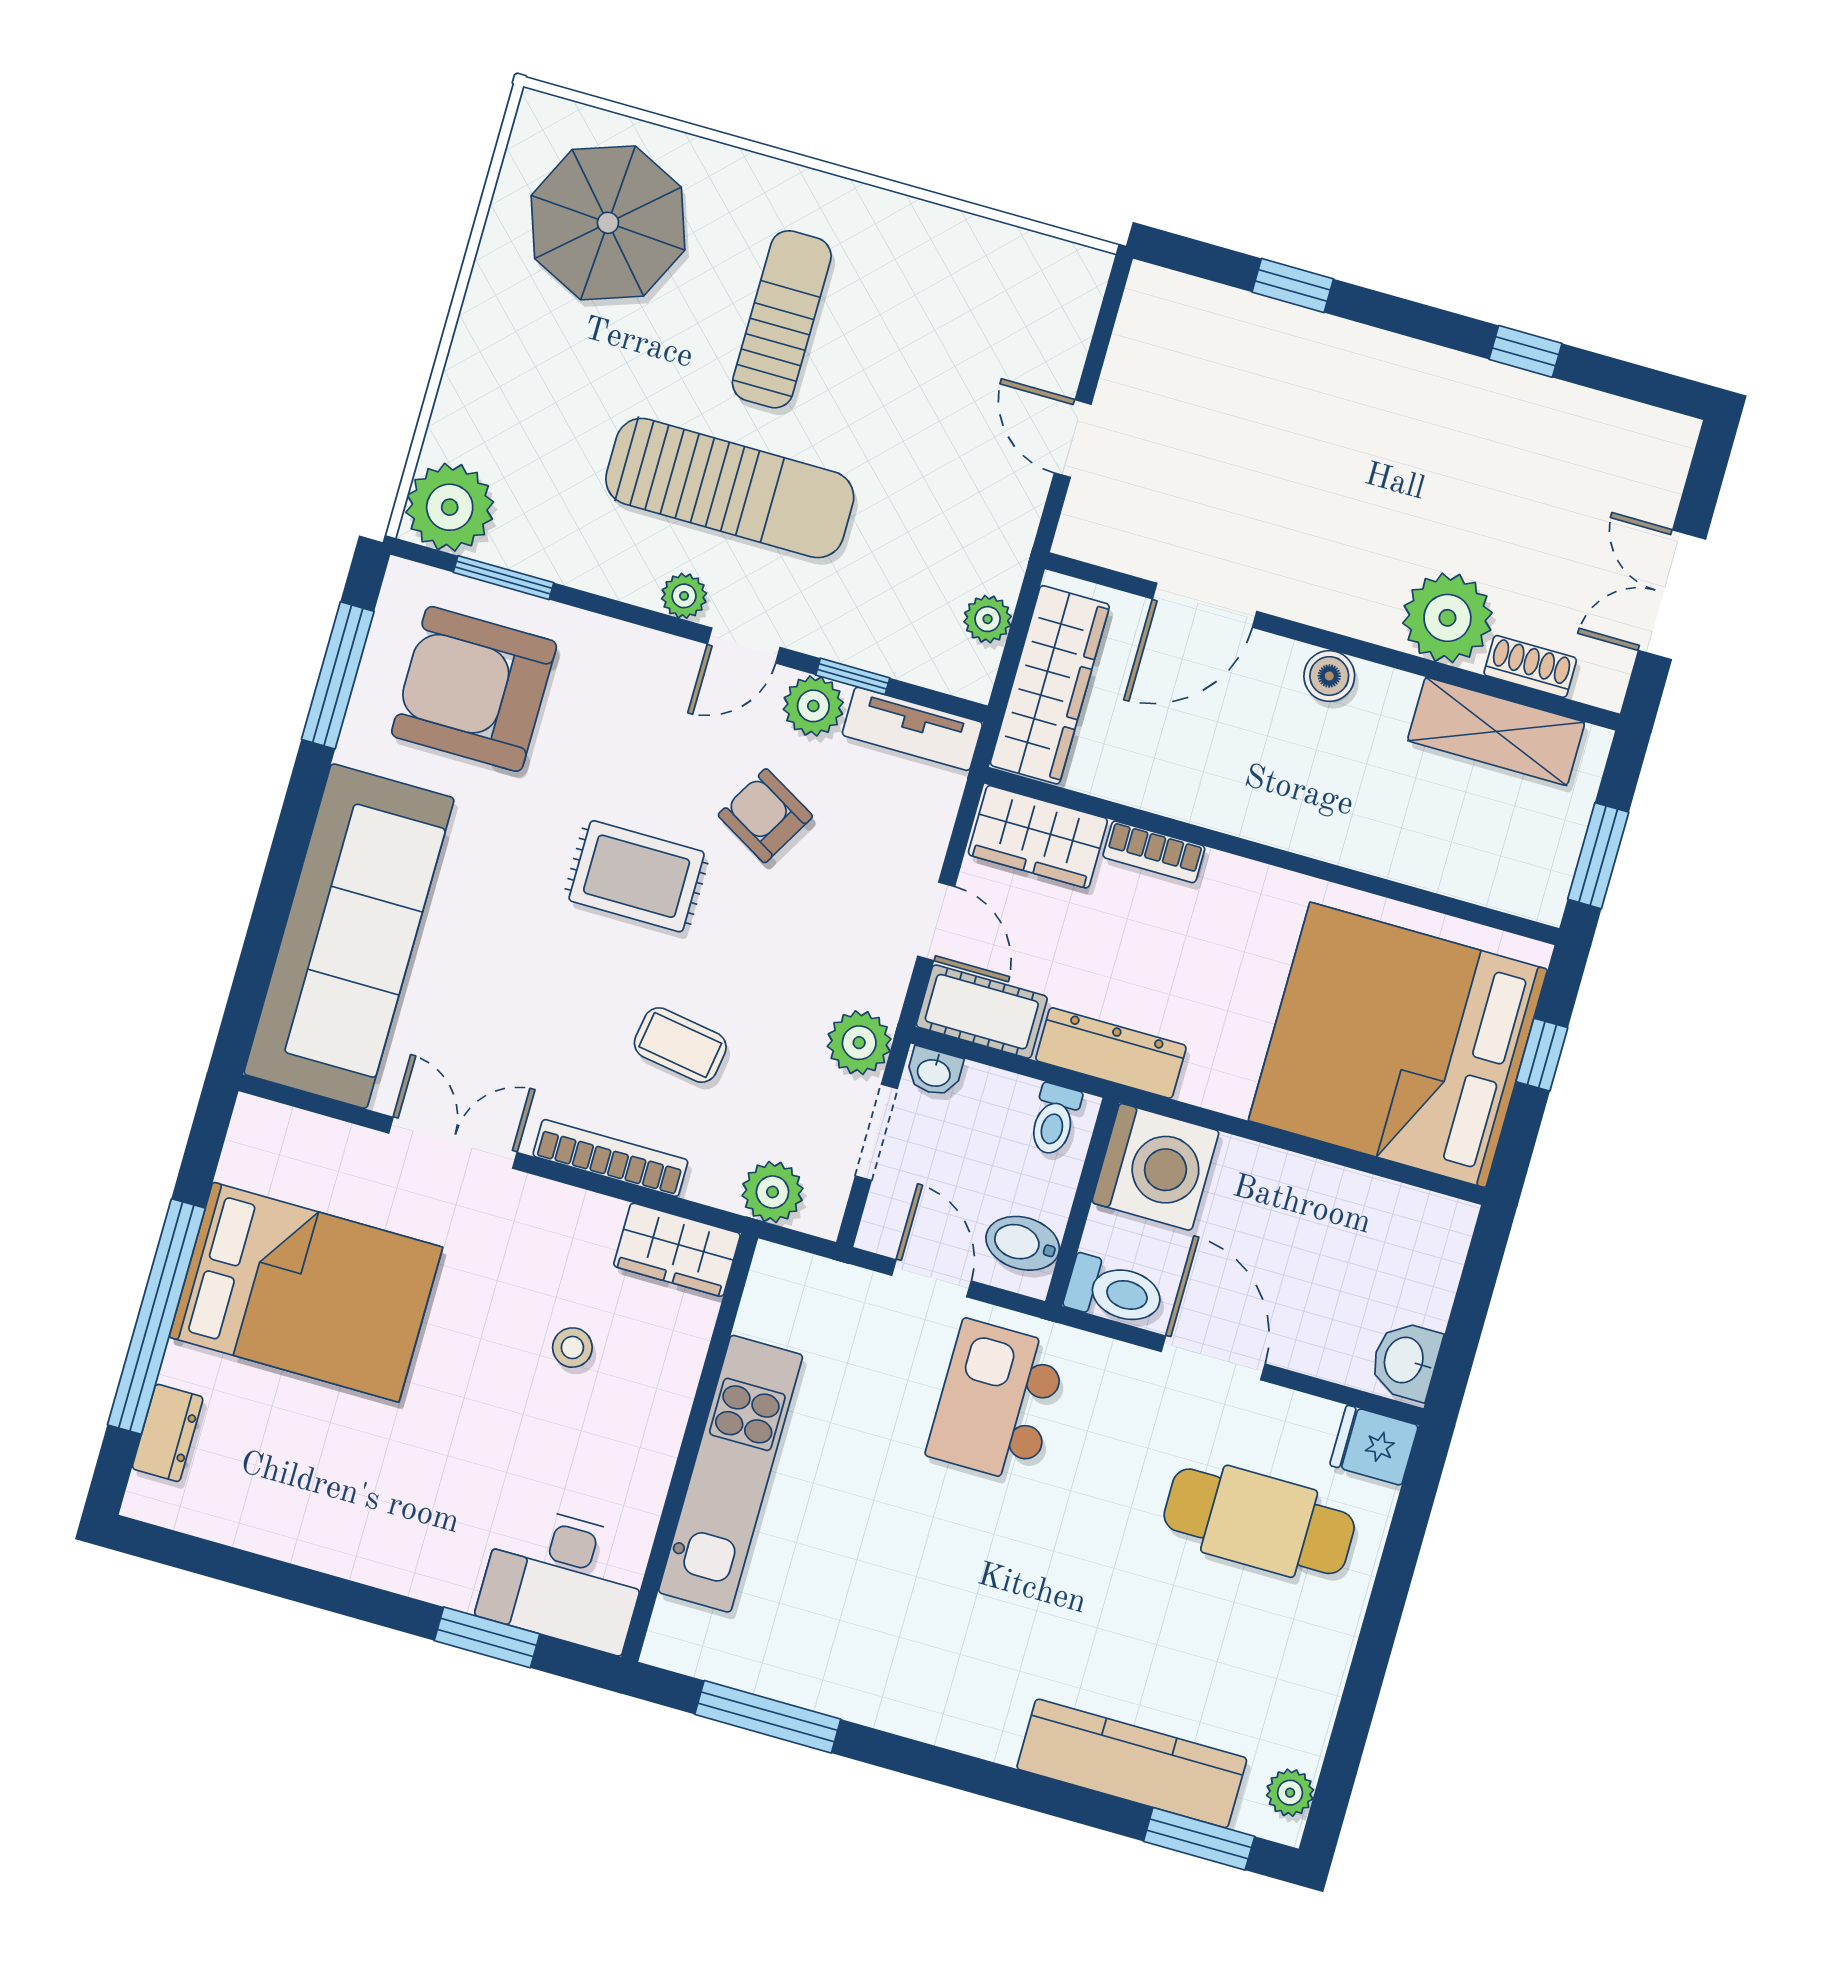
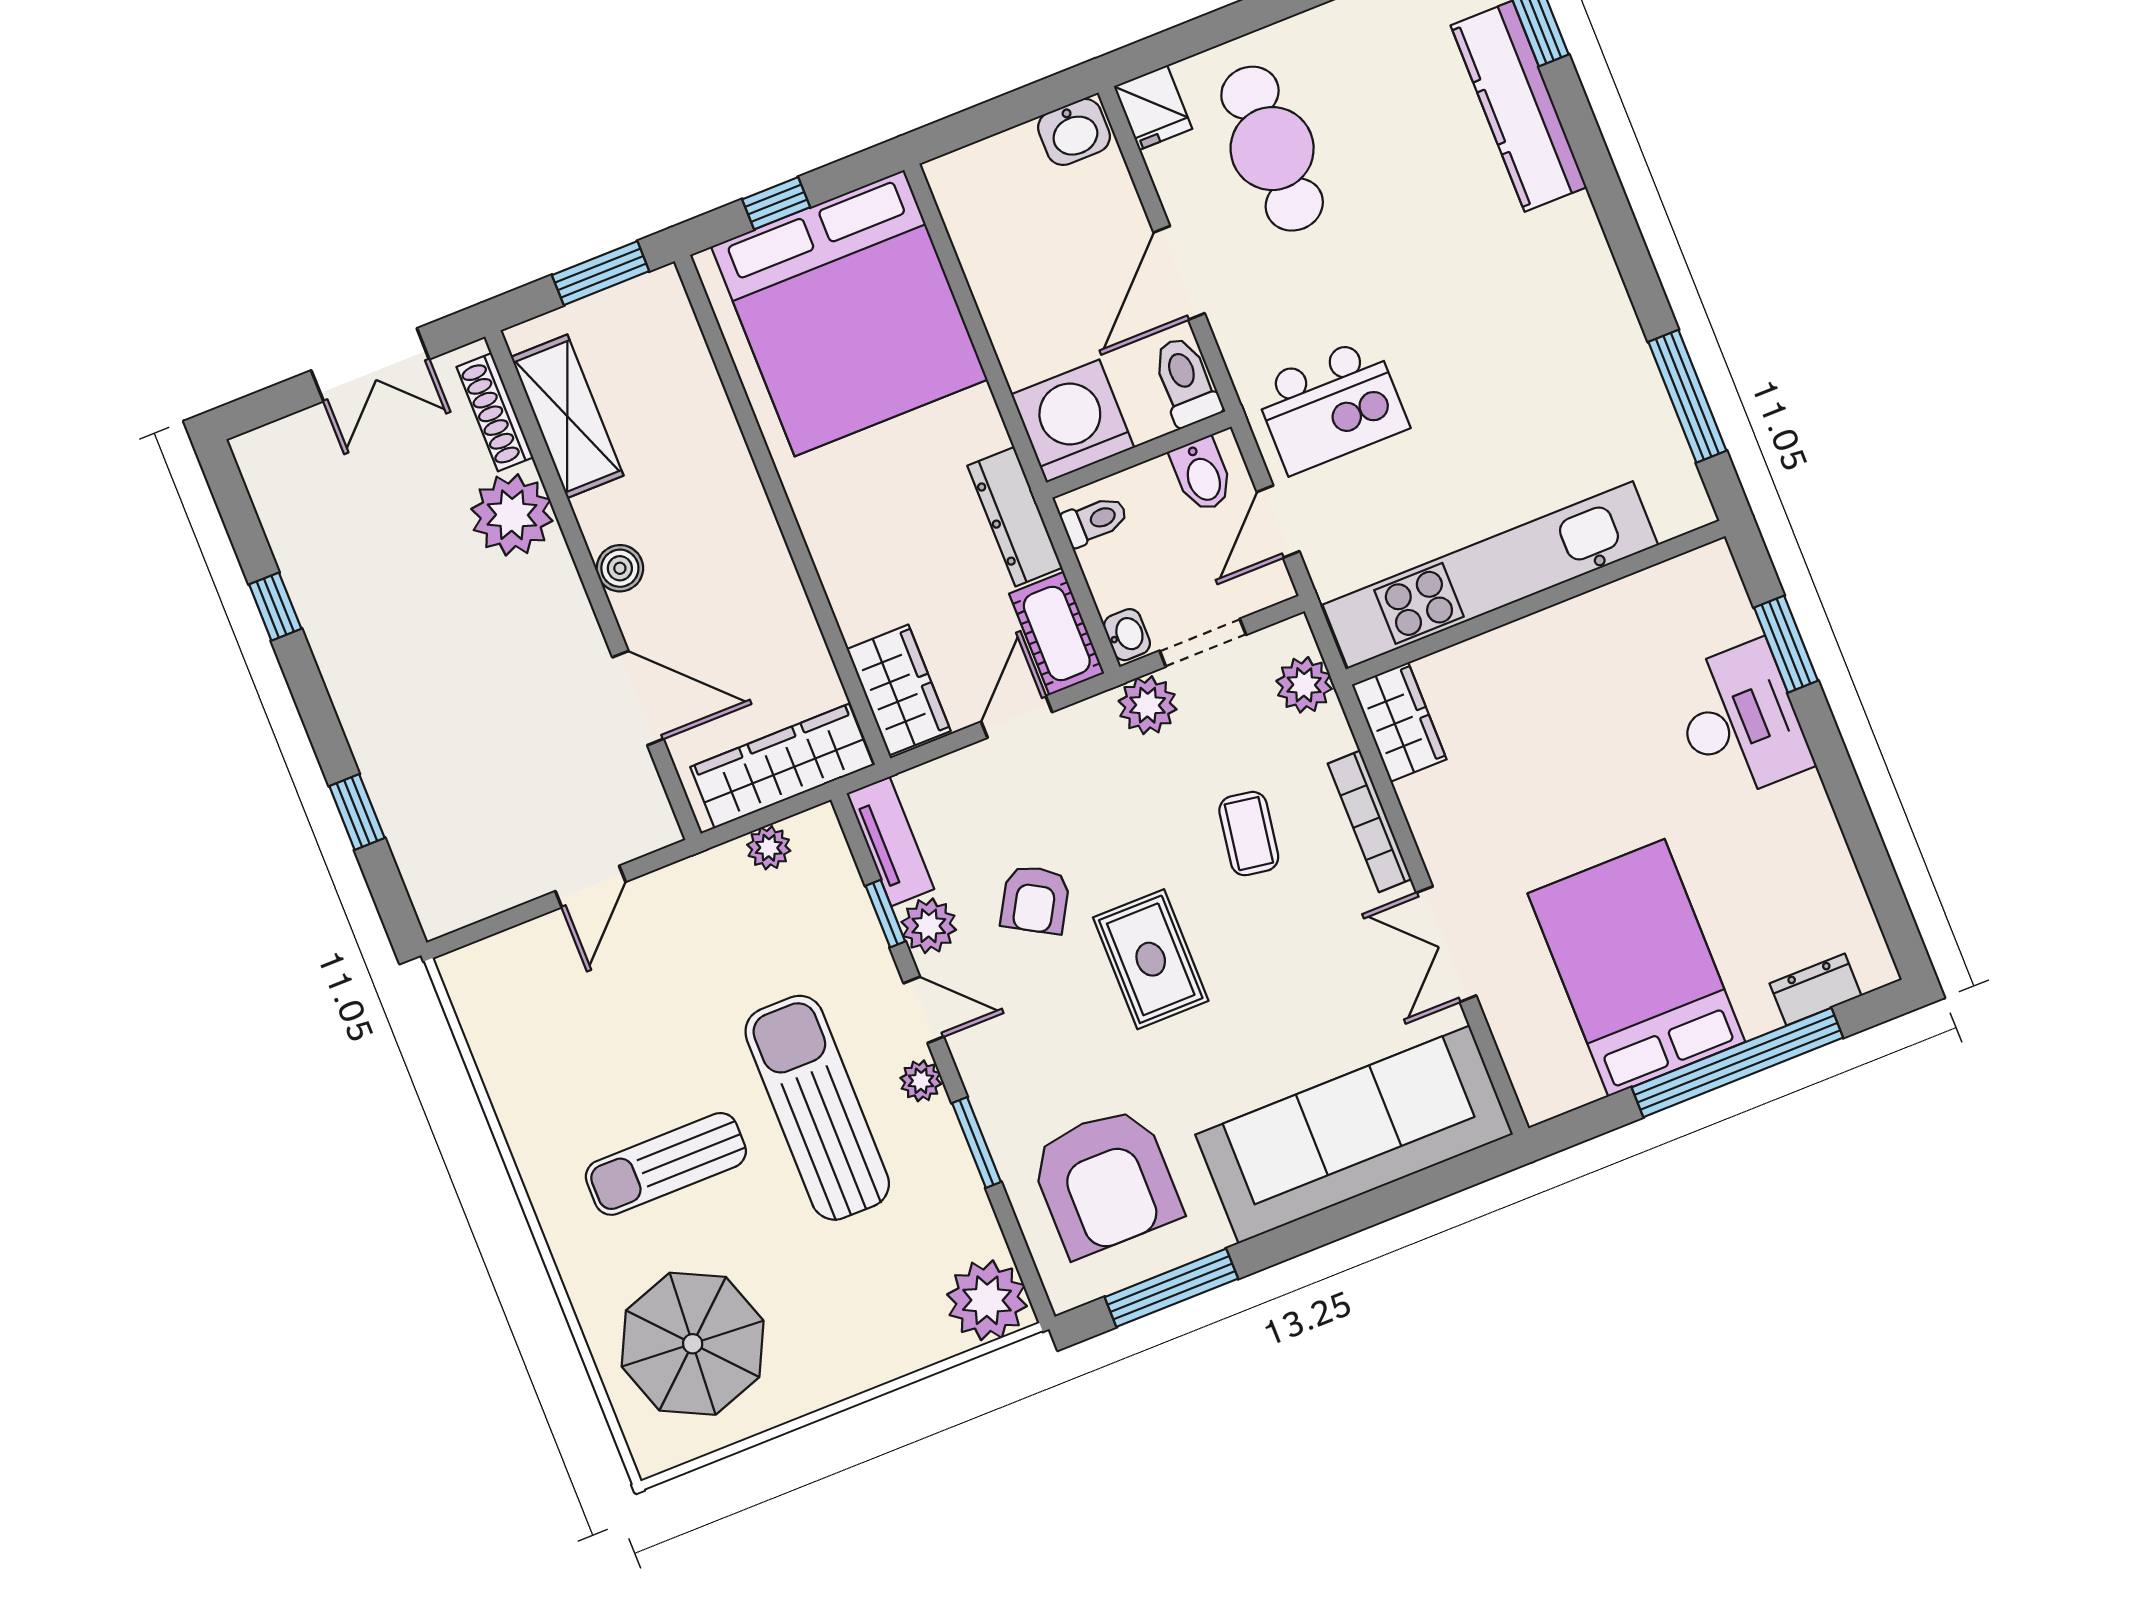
window: (504, 578) -> (976, 1142), moved
shoe rack: (1530, 666) -> (495, 412), width x1.43
bookcase: (1154, 852) -> (845, 598), removed
stool: (572, 1348) -> (1528, 743), removed
kitchen unit: (731, 1474) -> (1490, 575), width x1.36
desk: (564, 1578) -> (1740, 721), moved

